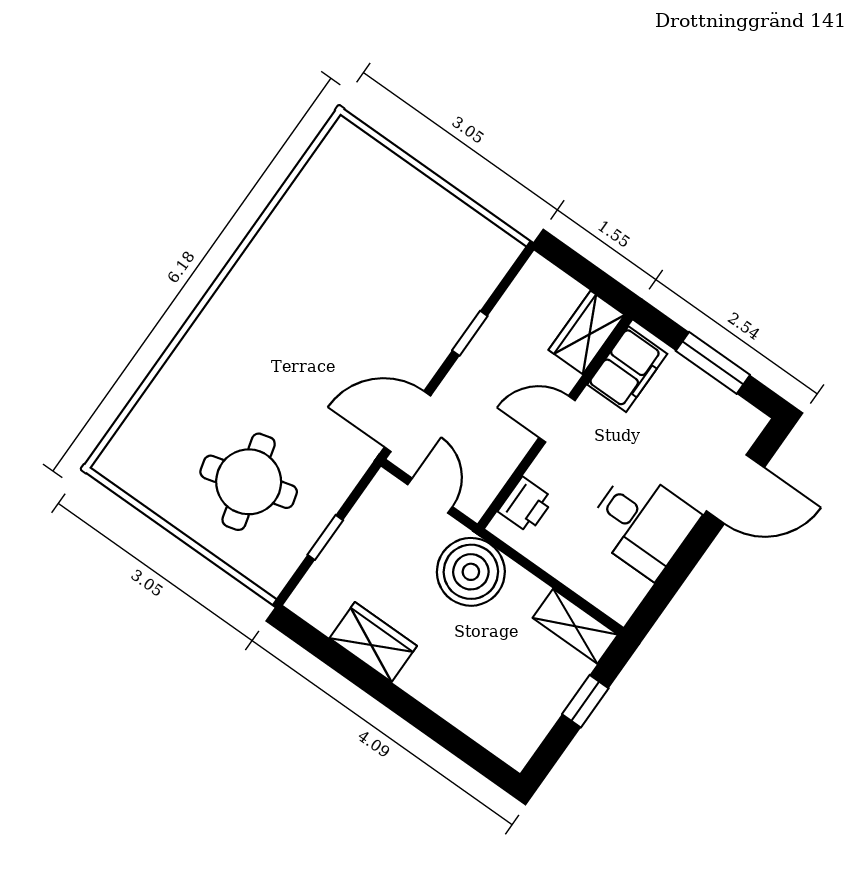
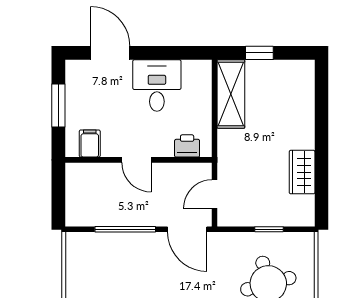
wardrobe: (587, 332) -> (86, 175), removed
window: (470, 333) -> (125, 229), width x2.17
filing cabinet: (627, 369) -> (90, 143), width x0.50
boiler: (471, 572) -> (237, 150), removed
shelving: (575, 626) -> (231, 94), width x1.50, depth x1.33

